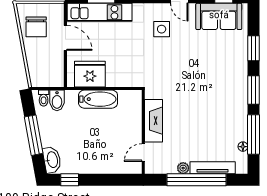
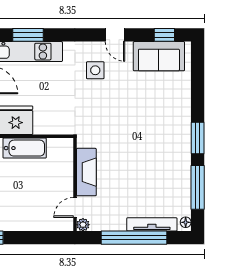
window: (254, 48) -> (198, 92), removed
floor lamp: (243, 147) -> (186, 222), moved
plant: (183, 168) -> (83, 225), moved

